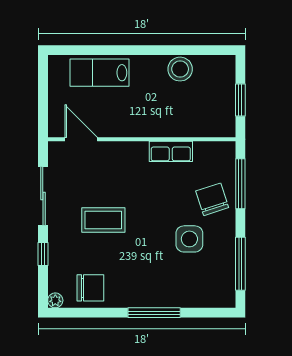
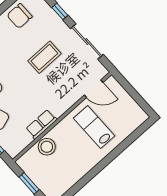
stool: (180, 69) -> (47, 147), moved
lab bench: (100, 73) -> (94, 127), moved, turned -90

